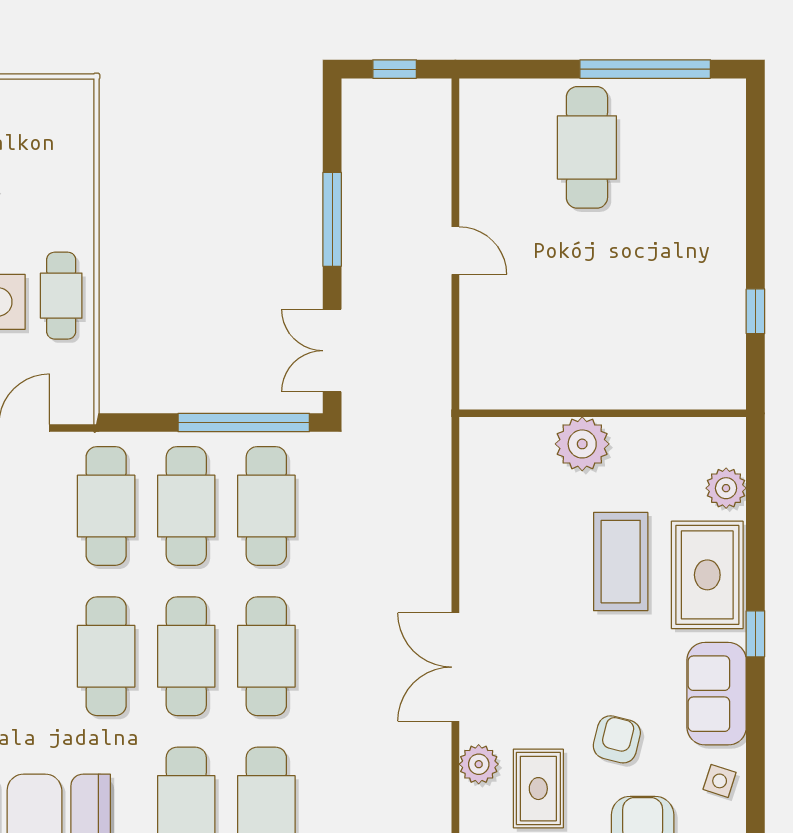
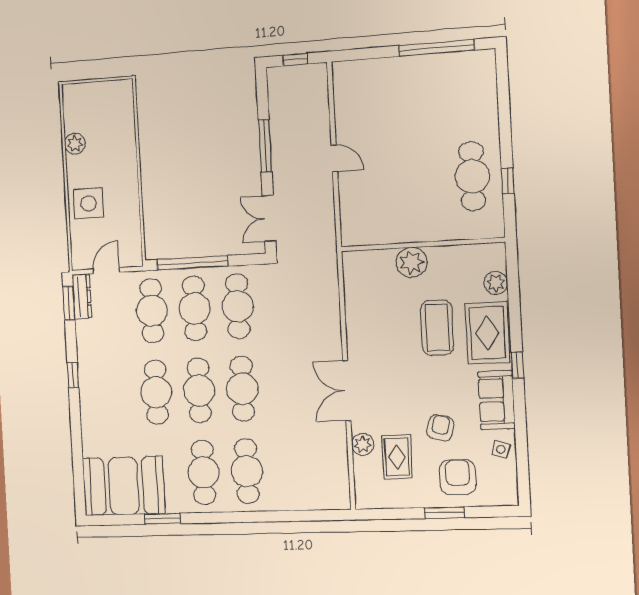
cafe table: (587, 147) -> (472, 176), moved
cafe table: (61, 296) -> (122, 198), removed
window: (244, 422) -> (192, 263), moved

